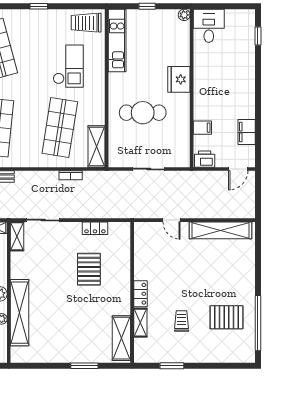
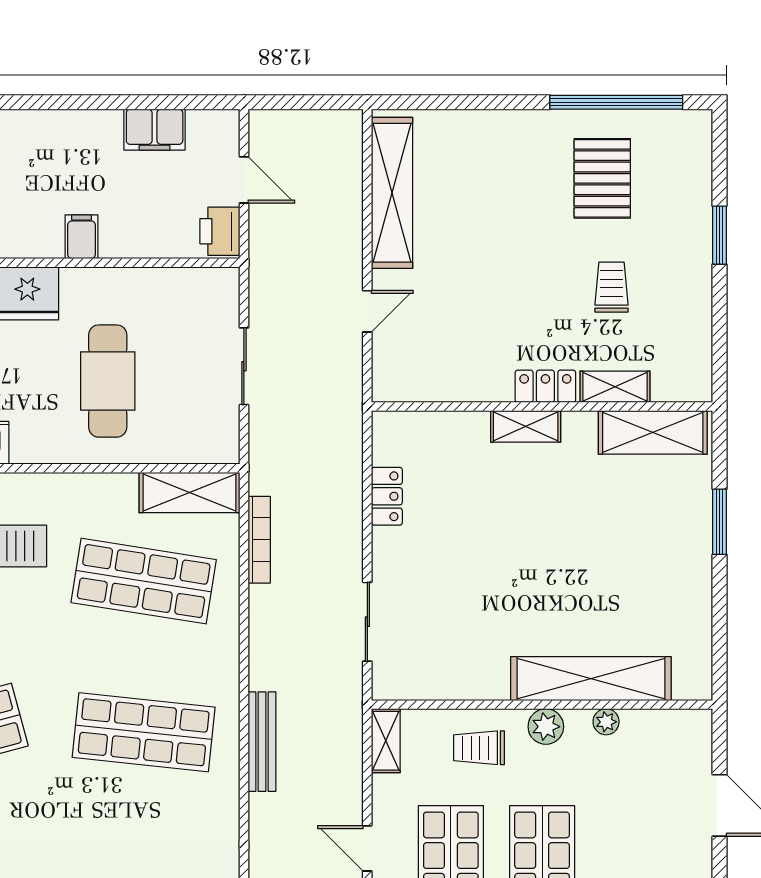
filing cabinet: (202, 128) -> (81, 237), moved
door: (238, 169) -> (244, 180), moved
bookcase: (71, 175) -> (259, 540), width x1.56
shelving: (17, 236) -> (526, 426), moved
pallet: (89, 269) -> (486, 511), removed
trolley: (182, 321) -> (611, 287), turned 90
window: (172, 366) -> (720, 235), moved

